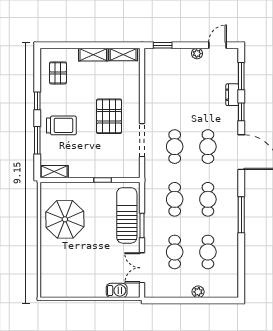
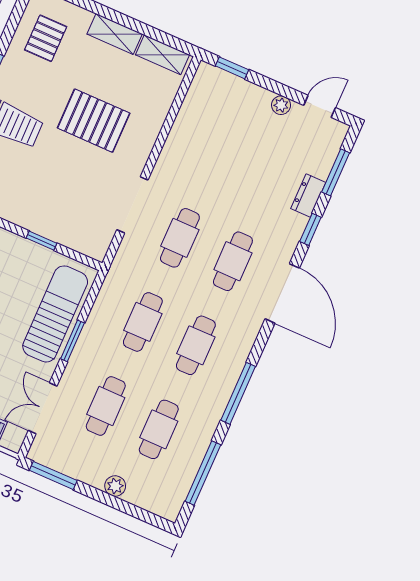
pallet: (109, 116) -> (94, 121), moved, turned 90
window: (241, 265) -> (203, 473), added
window: (163, 301) -> (53, 475), added

